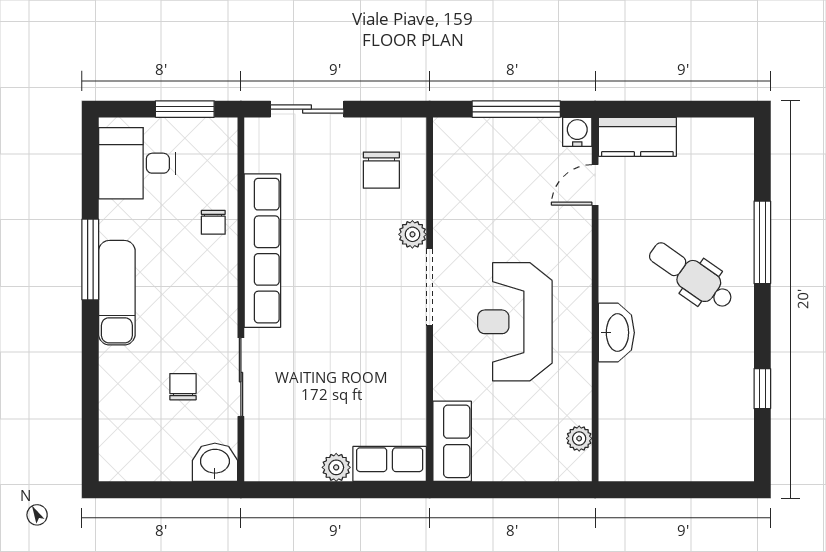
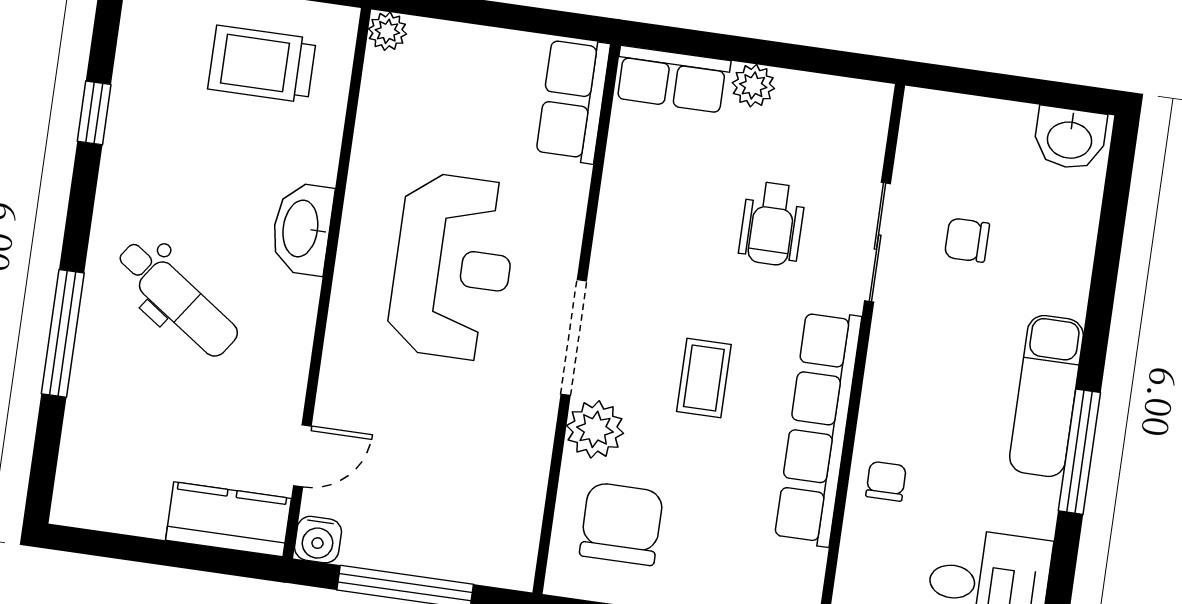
chair: (381, 170) -> (621, 524), width x1.37, depth x1.37
plant: (412, 234) -> (595, 429), width x1.38, depth x1.38
coffee table: (341, 273) -> (704, 378), added
wheelchair: (311, 379) -> (772, 224), added
chair: (183, 387) -> (967, 240), turned 90
trolley: (658, 436) -> (262, 64), added
plant: (579, 438) -> (387, 31), moved
washbasin: (215, 462) -> (1070, 138), moved

